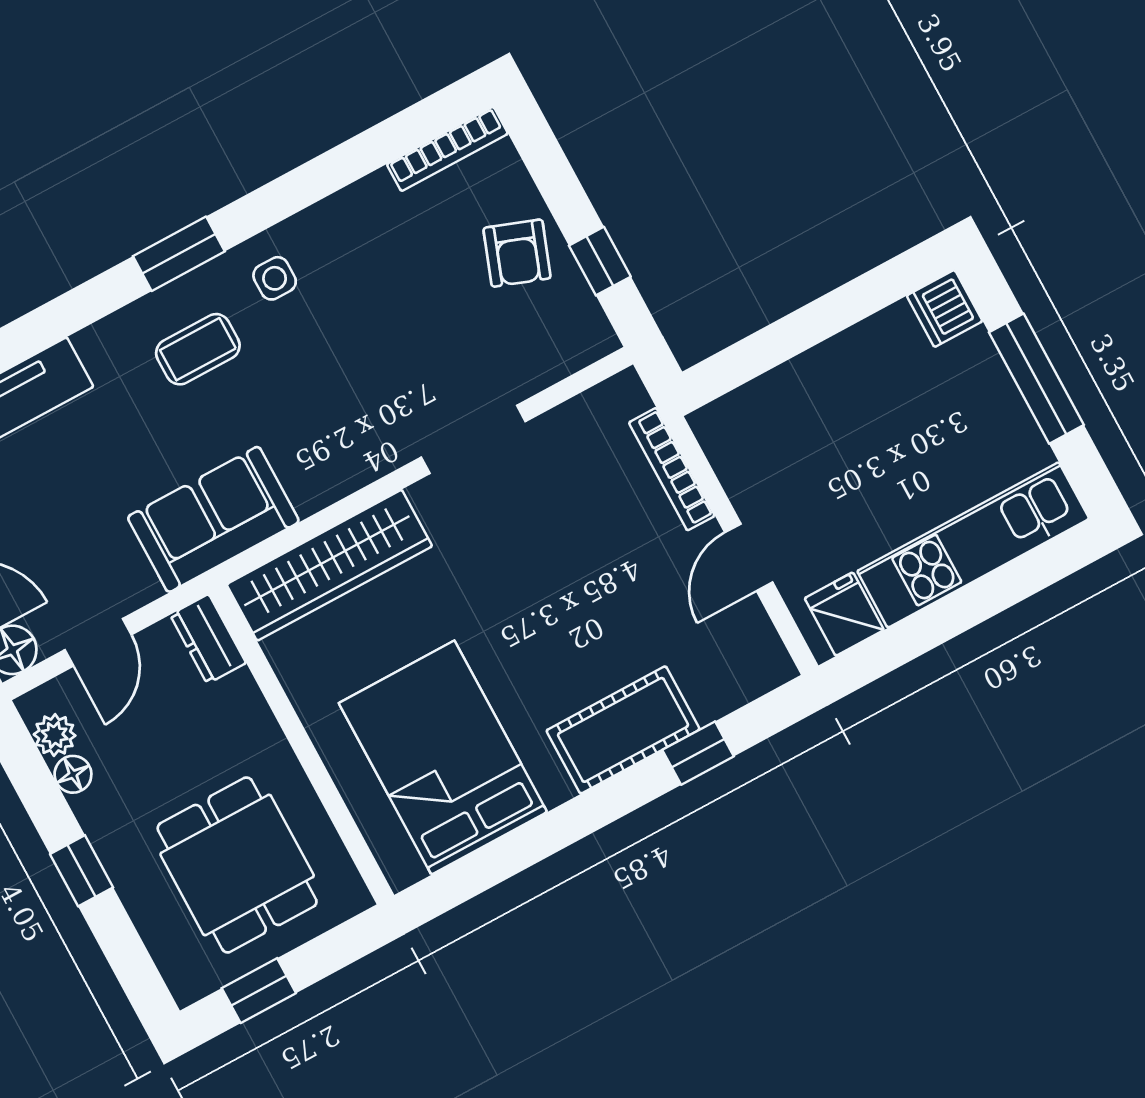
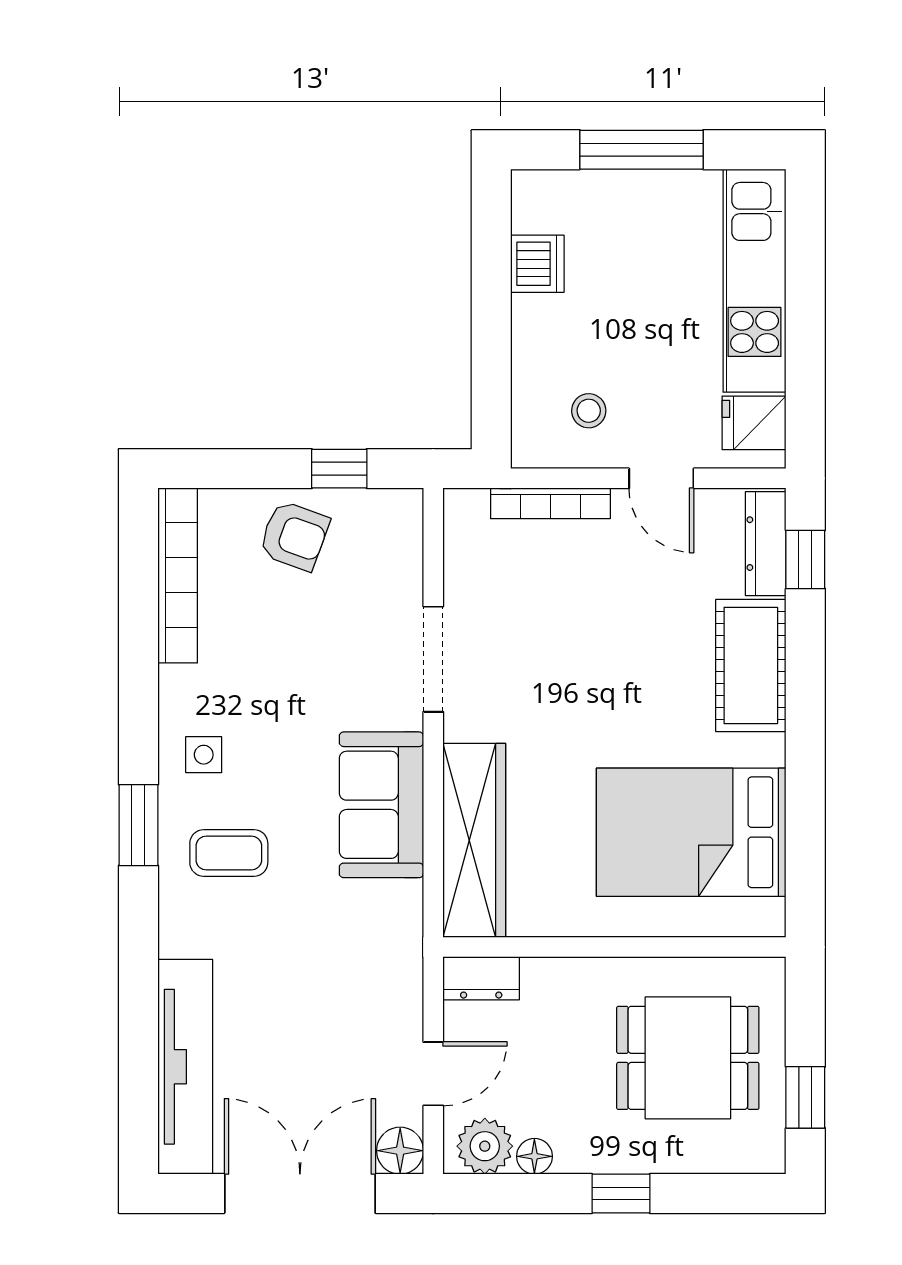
bookcase: (447, 149) -> (178, 575), width x1.48, depth x1.31
dishwasher: (945, 308) -> (537, 264), moved, turned -90
coffee table: (198, 349) -> (229, 853), turned 90
stool: (774, 459) -> (589, 411), added
sofa: (213, 519) -> (381, 805), moved
door: (98, 642) -> (433, 1074), hinge flipped
dresser: (741, 684) -> (766, 544), added
plant: (55, 735) -> (485, 1146), width x1.38, depth x1.38
window: (698, 753) -> (805, 559), moved

